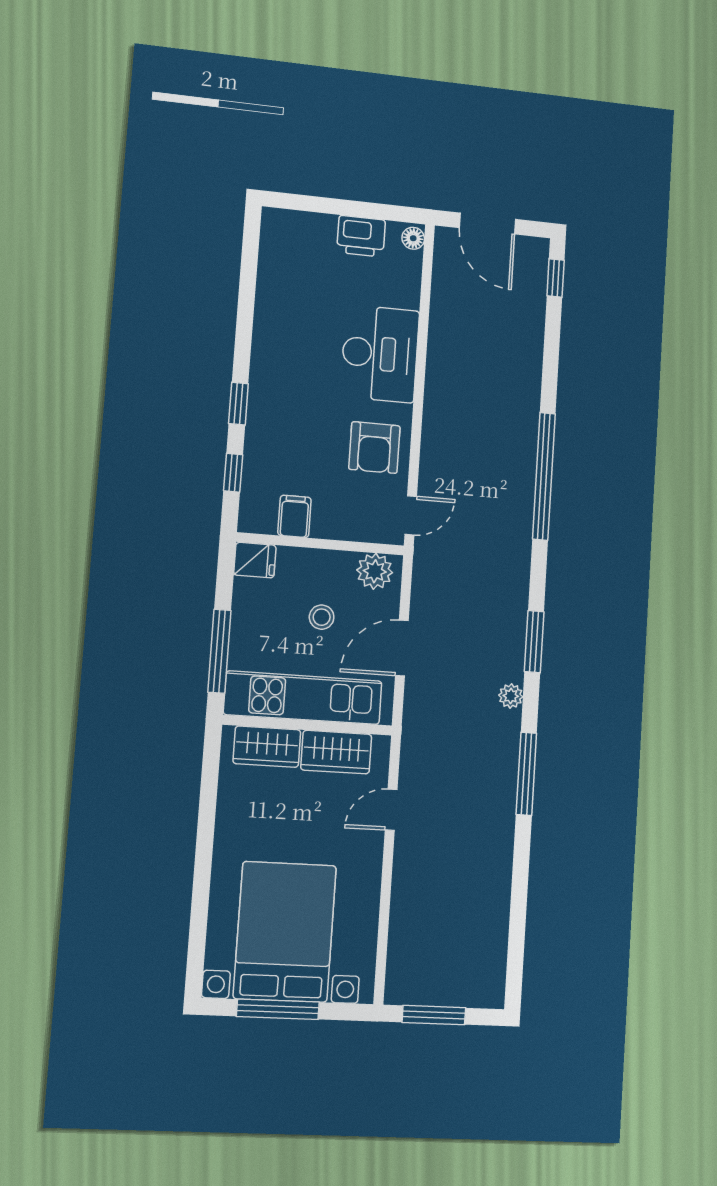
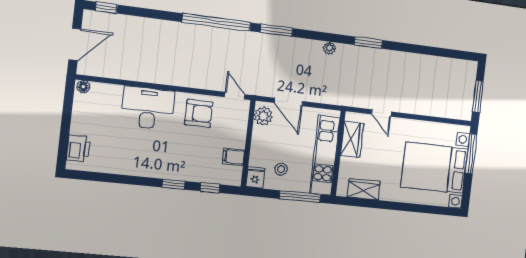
printer: (361, 236) -> (78, 148), moved
stool: (322, 617) -> (281, 169), moved
window: (534, 642) -> (276, 30), moved
door: (402, 648) -> (288, 102), moved
wardrobe: (267, 747) -> (364, 189), moved, turned -90
window: (526, 774) -> (368, 43), width x0.69
window: (278, 1009) -> (471, 154), moved

